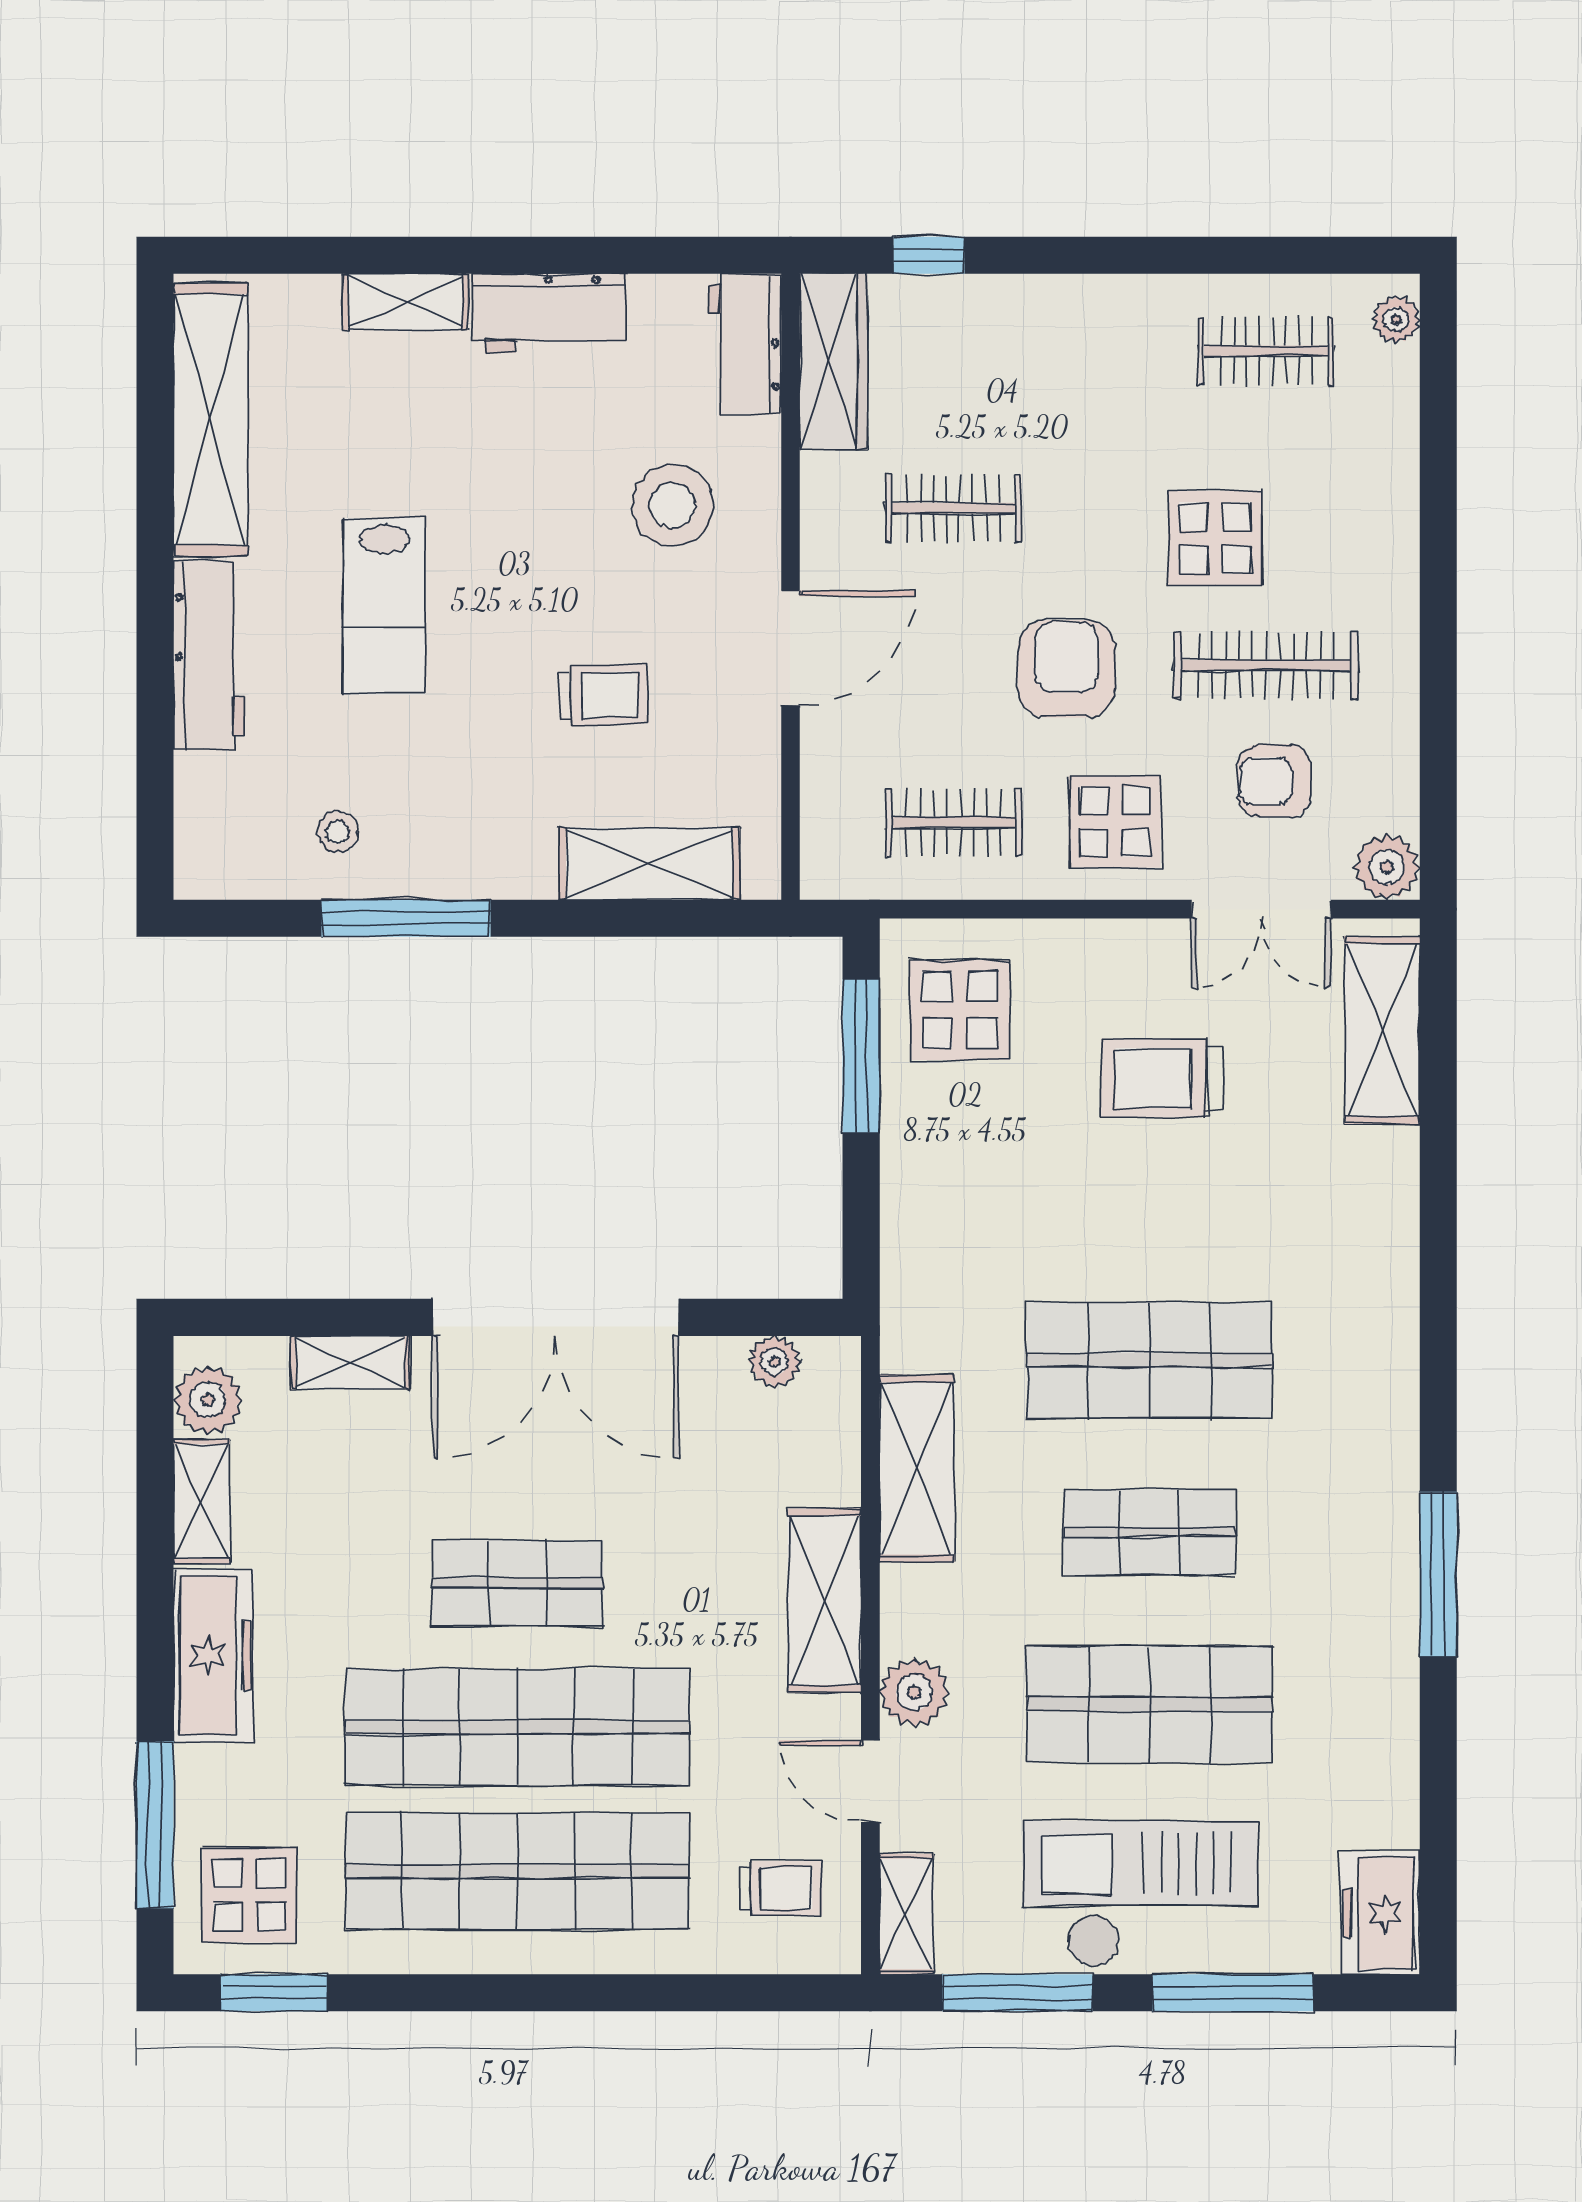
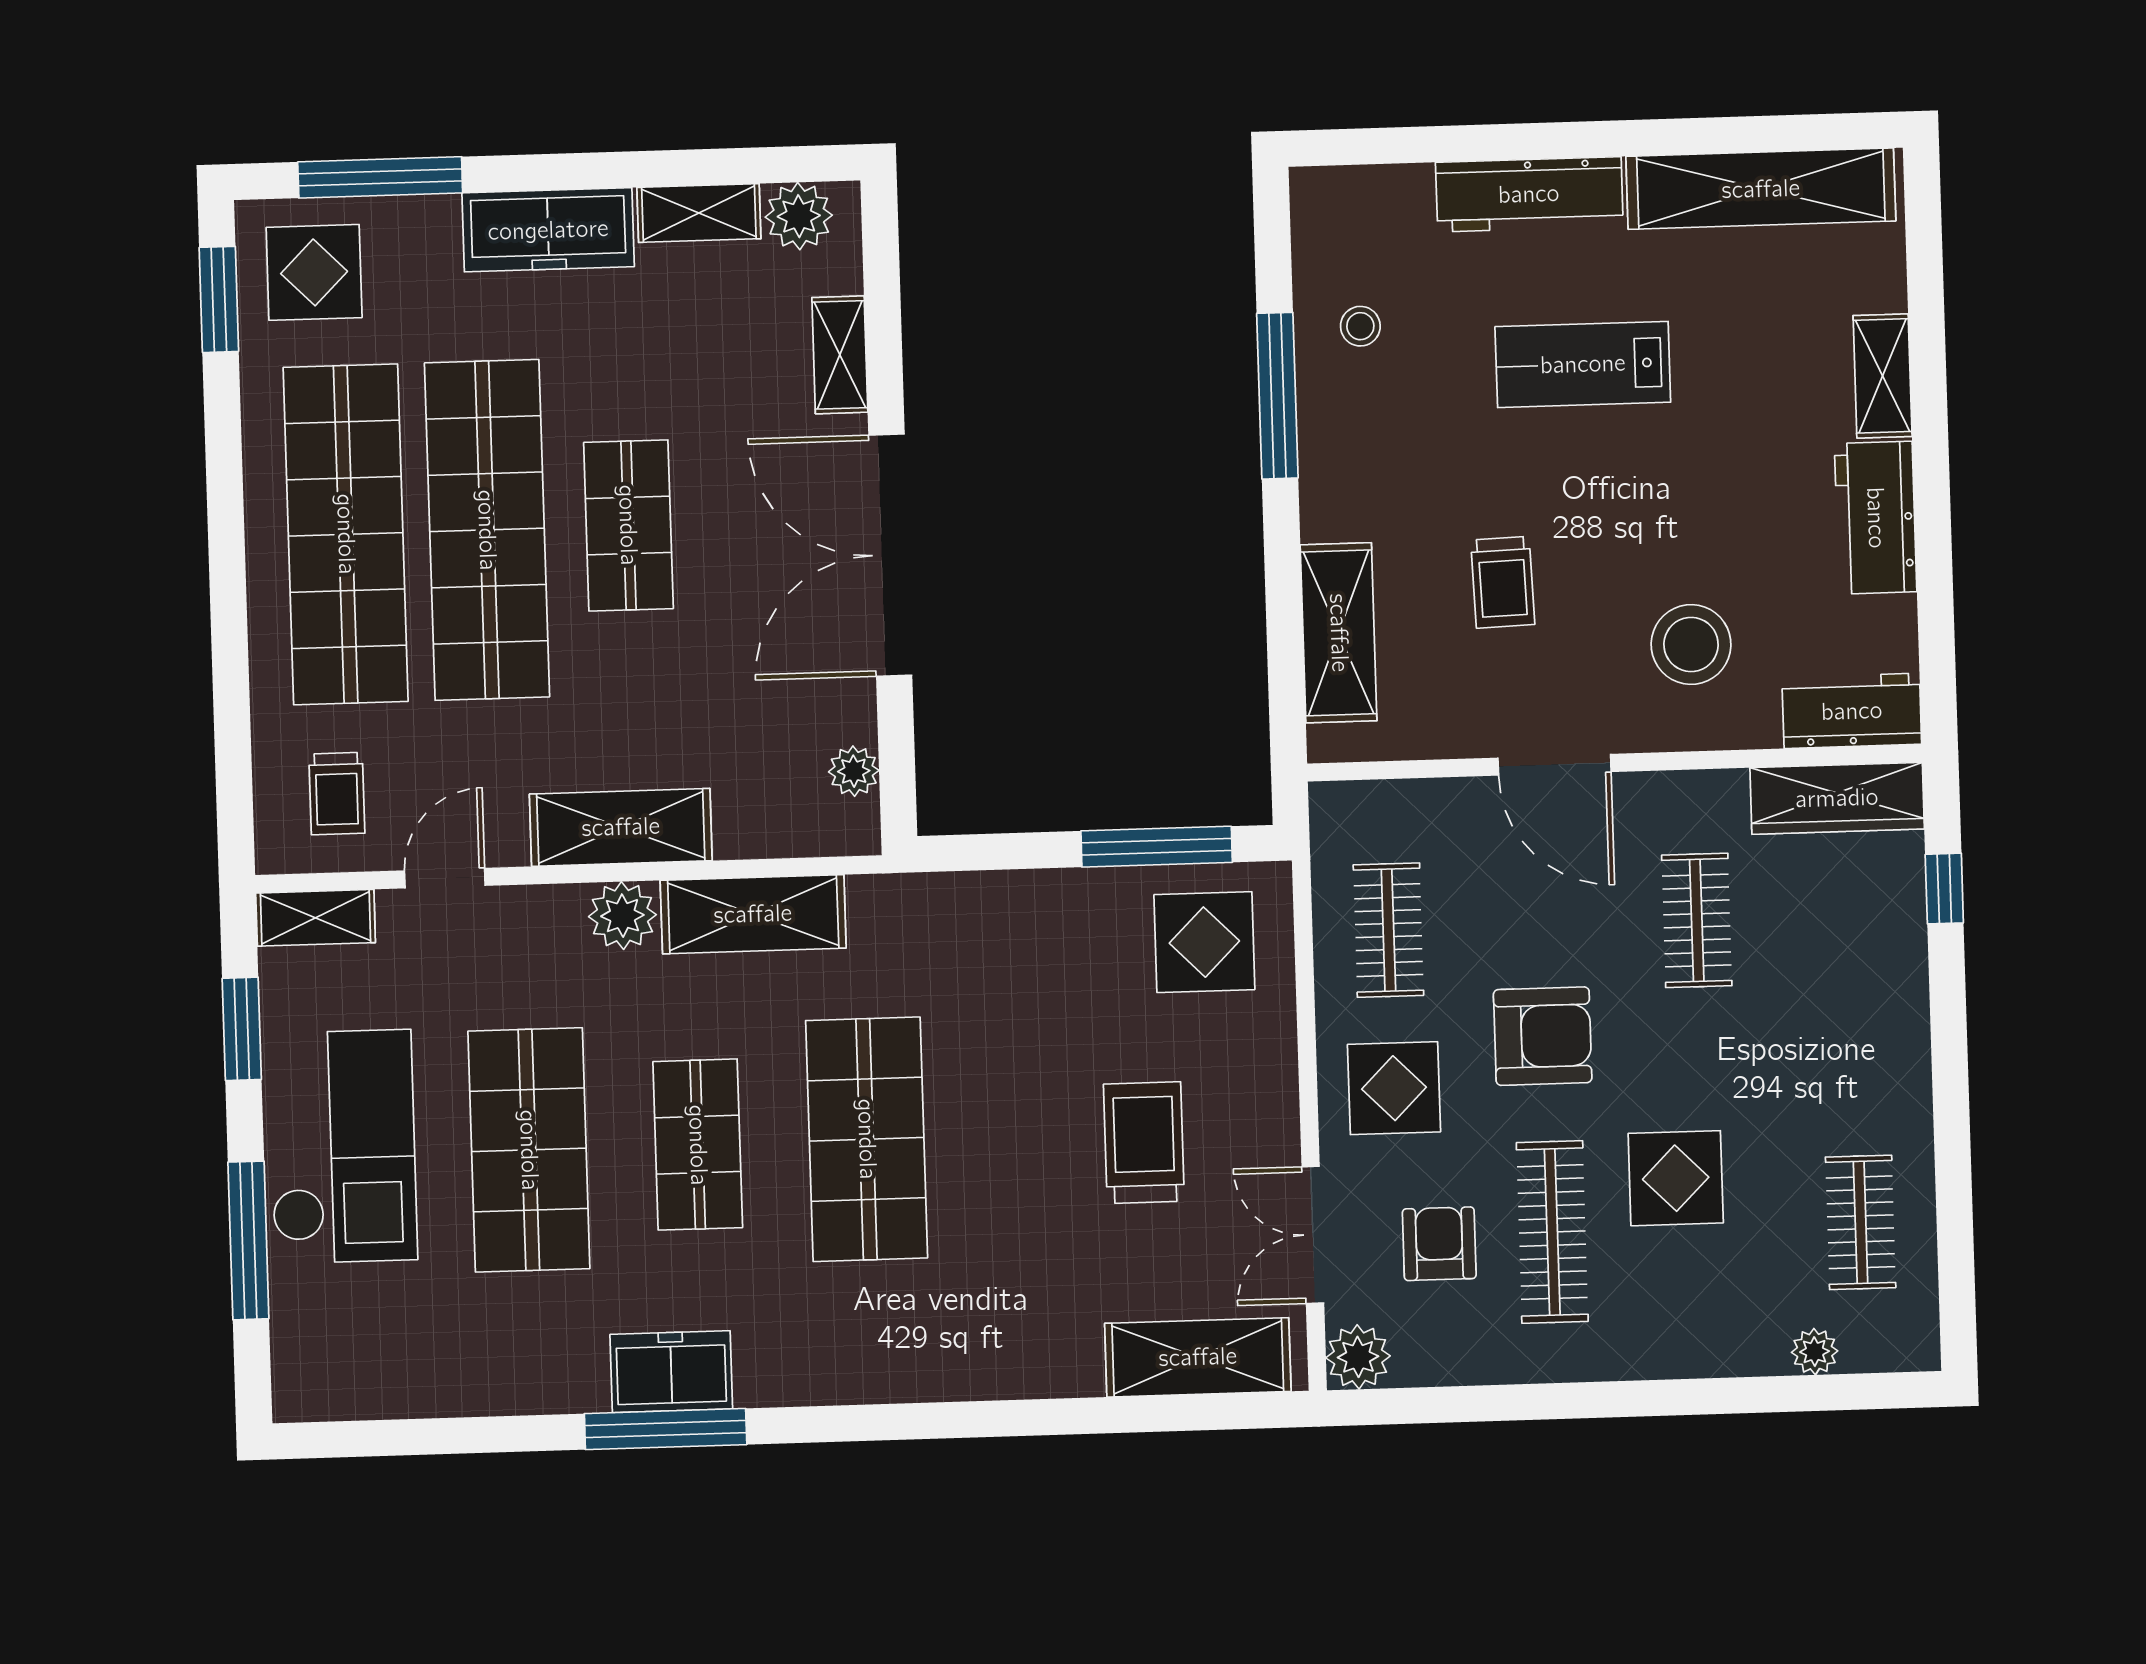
plant: (1396, 319) -> (1815, 1352), moved
plant: (914, 1692) -> (622, 916), moved
freezer: (1380, 1913) -> (671, 1372), moved
window: (1017, 1993) -> (242, 1029), width x0.69

